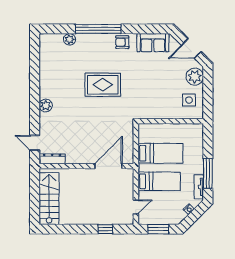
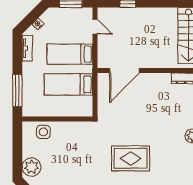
side table: (189, 100) -> (43, 132), moved
window: (208, 173) -> (17, 90), moved
door: (136, 207) -> (95, 27), swing flipped

